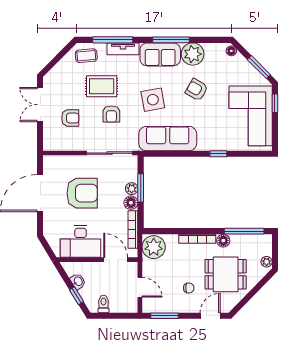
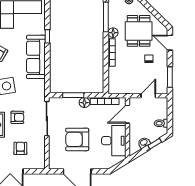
sofa: (168, 139) -> (36, 57), moved
plant: (132, 189) -> (74, 102), removed
armchair: (82, 193) -> (77, 139), turned -90
plant: (154, 247) -> (118, 85), removed

